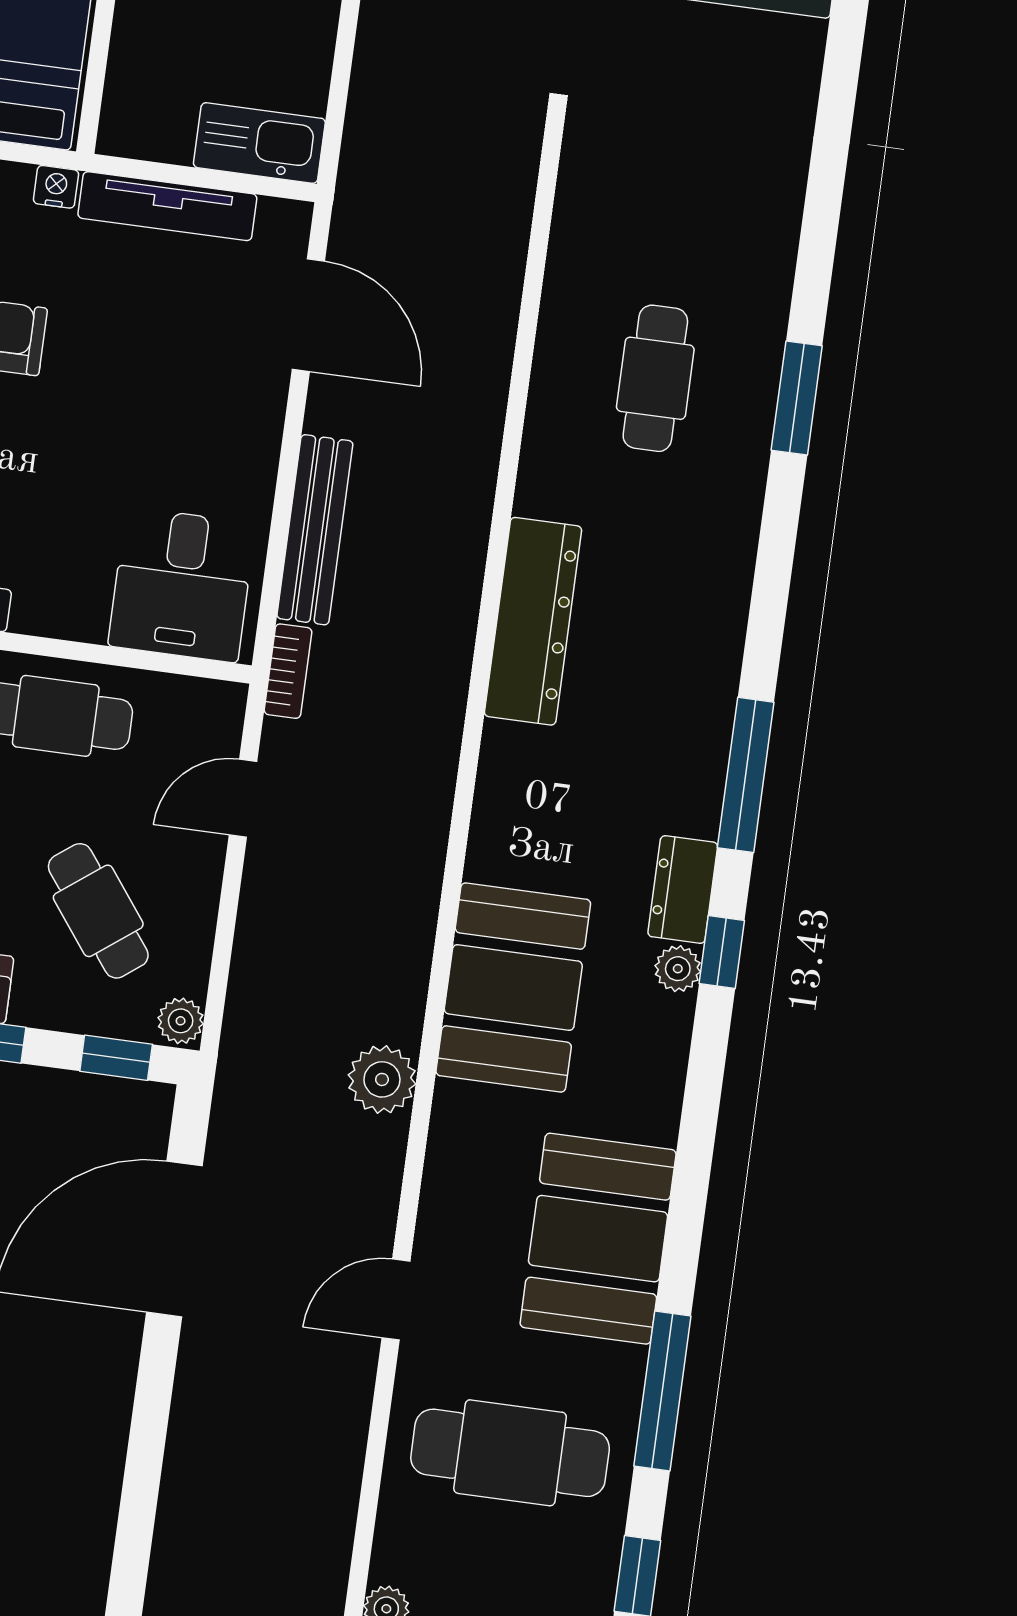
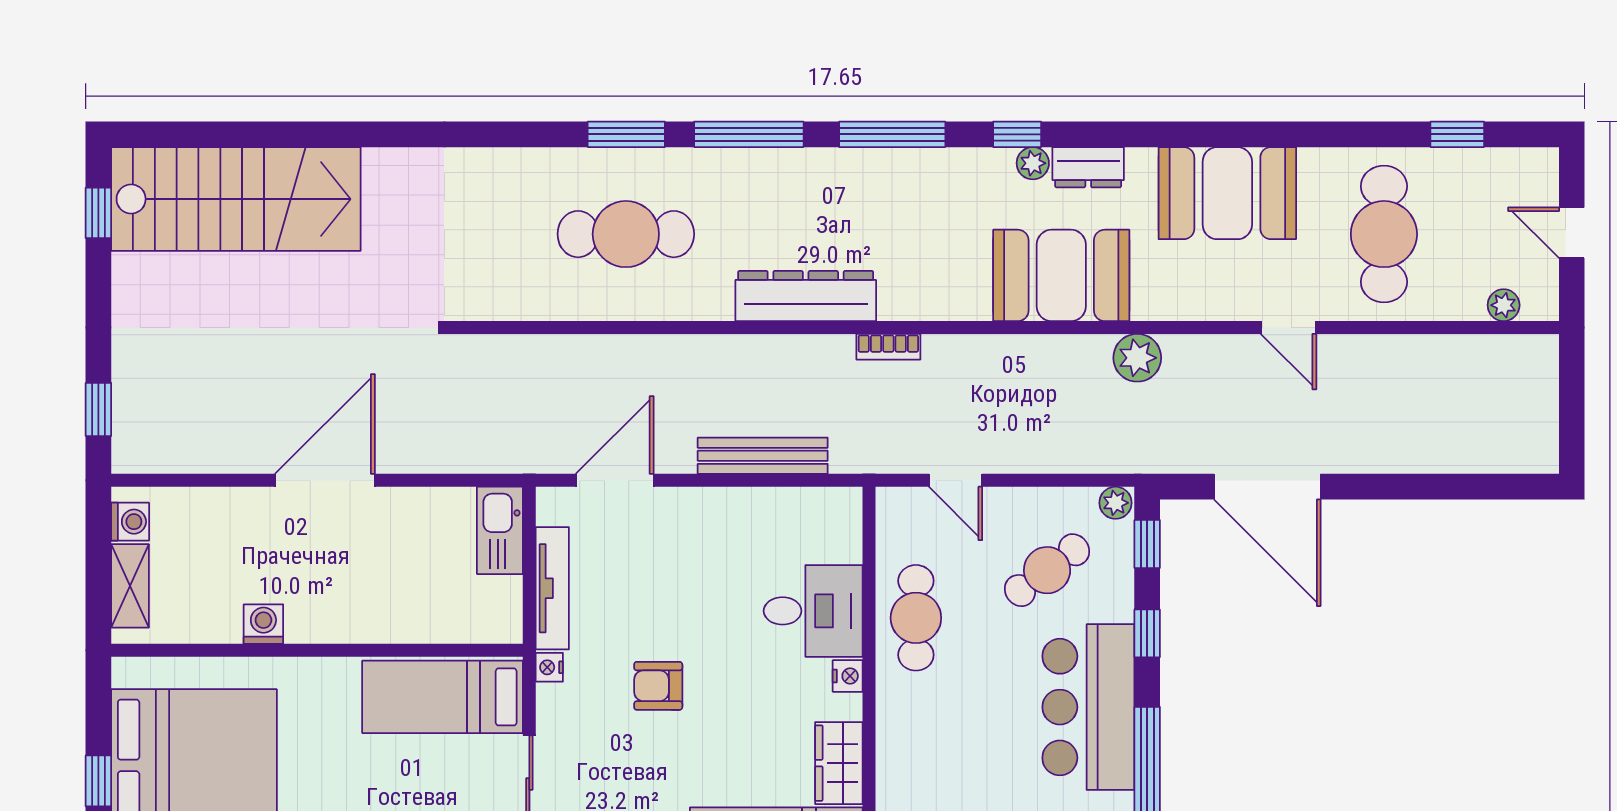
cafe table: (655, 378) -> (626, 234), width x1.37, depth x1.35
desk: (182, 585) -> (813, 611), moved
bookcase: (288, 671) -> (888, 347), moved, turned 180
dresser: (683, 889) -> (1088, 167), moved
window: (662, 1391) -> (749, 134), moved

